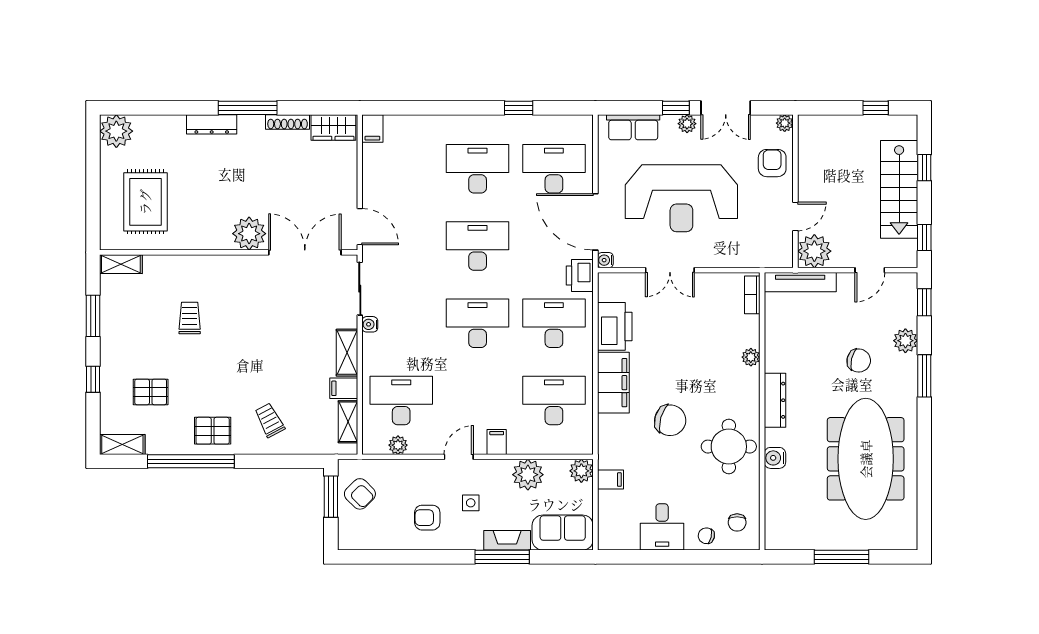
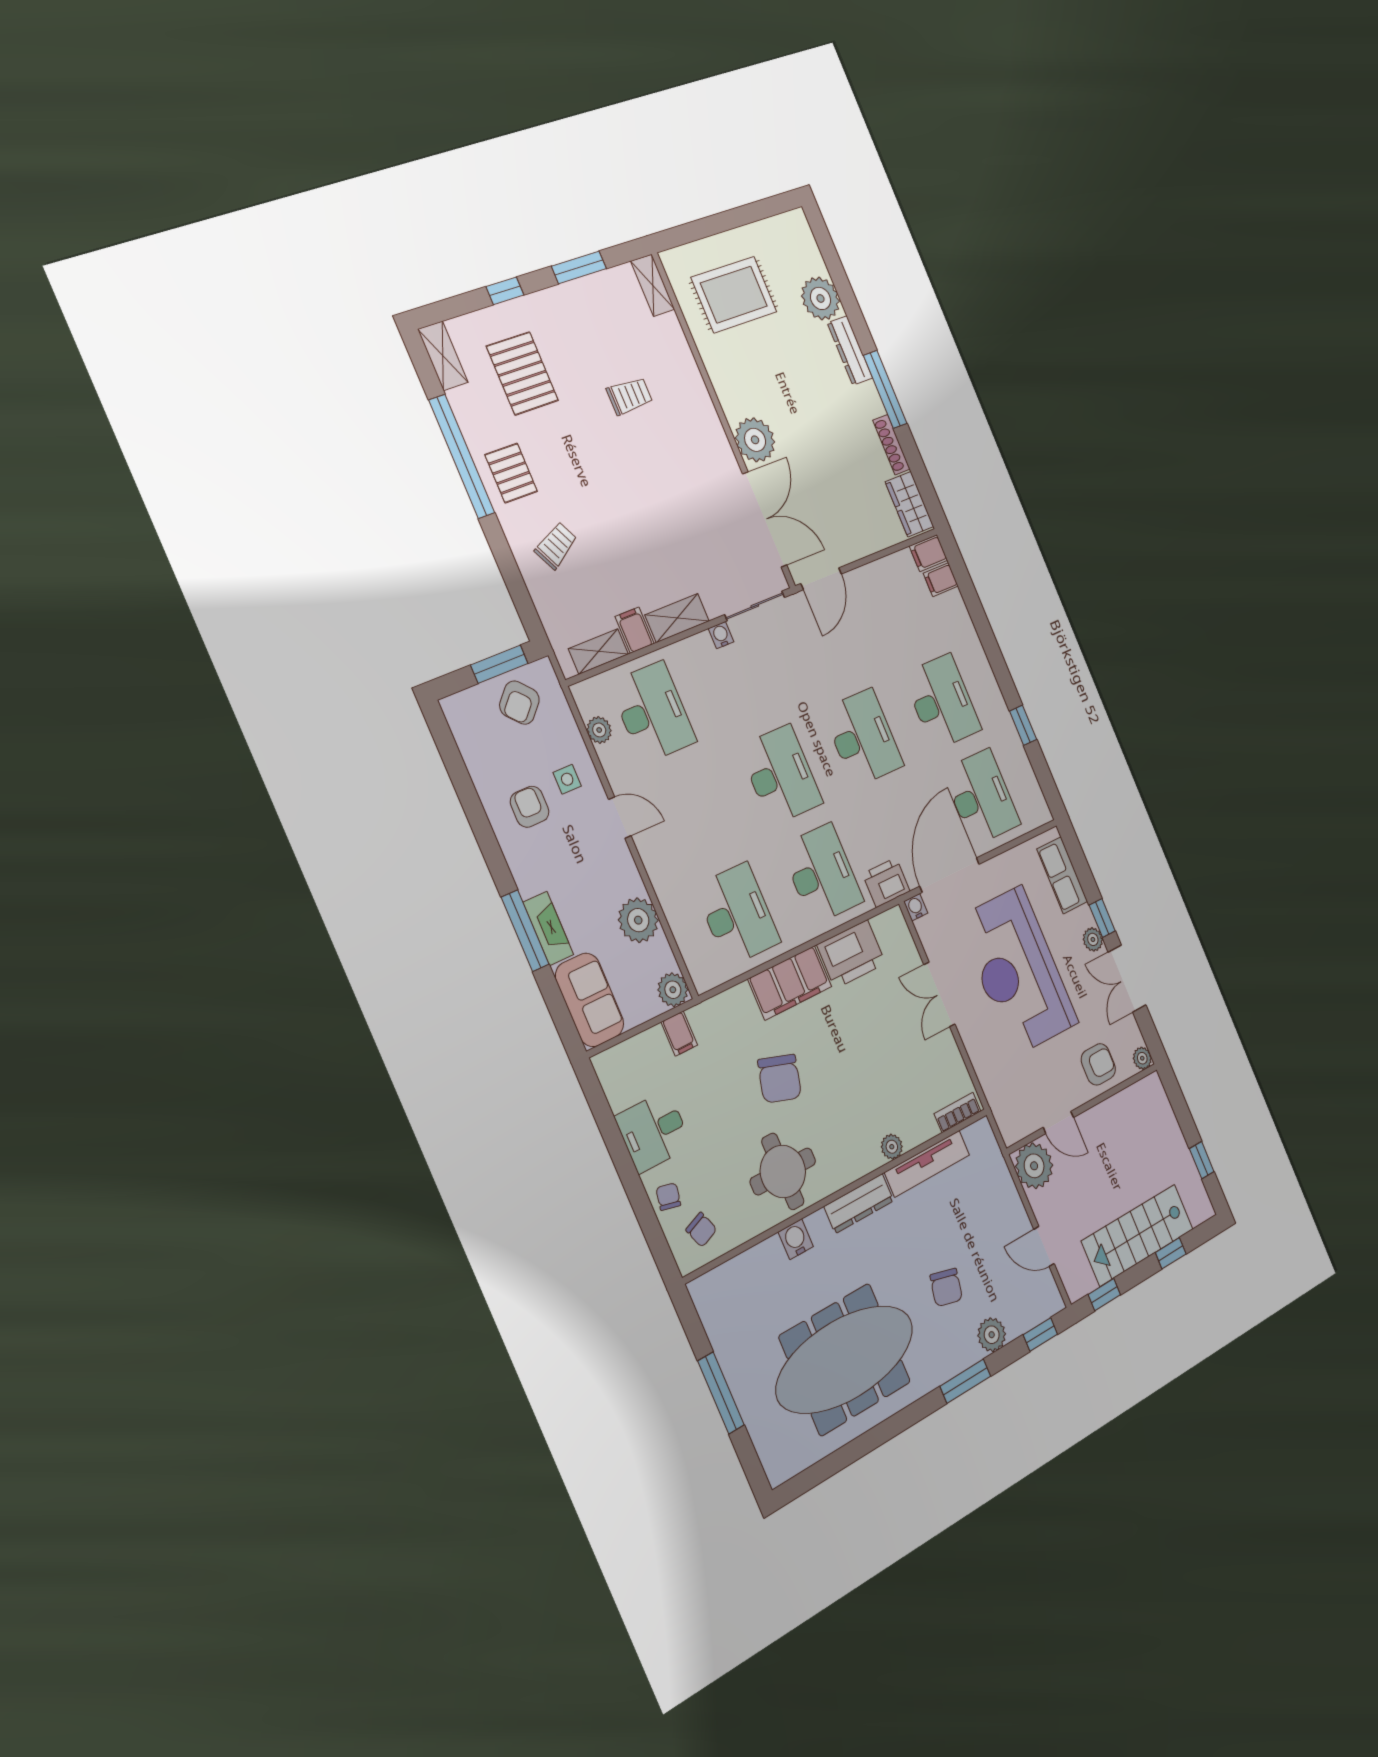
plant: (116, 131) -> (820, 298), moved
tv unit: (800, 282) -> (927, 1164), moved, turned -90
pallet: (151, 392) -> (522, 373), width x1.50, depth x1.42
filing cabinet: (497, 442) -> (941, 580), moved, turned 180
side table: (471, 503) -> (567, 779), moved
chair: (737, 522) -> (701, 1230), turned -111

